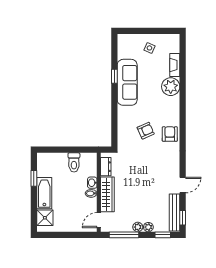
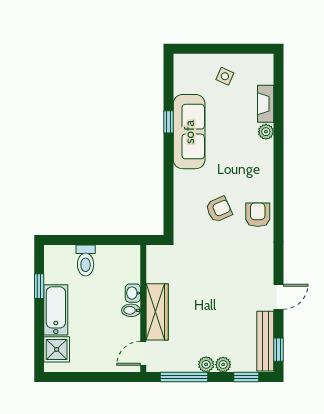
plant: (171, 87) -> (266, 132), width x0.53, depth x0.53
toilet: (74, 162) -> (86, 260), moved
dresser: (106, 167) -> (155, 267), removed

